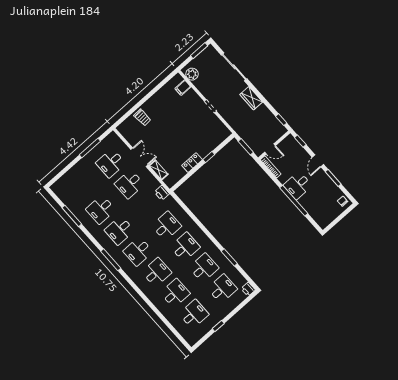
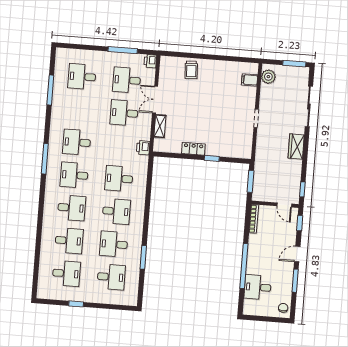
door: (270, 149) -> (284, 205), moved
double door: (139, 157) -> (155, 100), swing flipped
desk: (298, 185) -> (258, 287), moved
desk: (101, 210) -> (82, 77), moved
desk: (167, 226) -> (119, 179), turned 180
desk: (204, 268) -> (114, 244), turned 180
printer: (248, 289) -> (150, 61), moved

